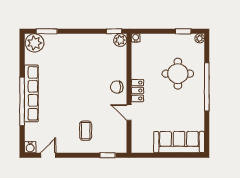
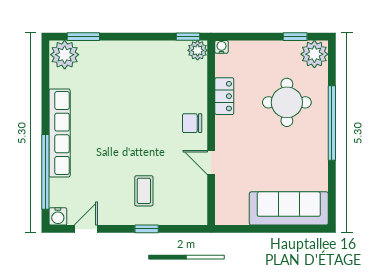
plant: (200, 38) -> (314, 54), width x1.88, depth x1.88
locker: (137, 90) -> (224, 96), moved
window: (22, 101) -> (45, 172), moved
window: (108, 155) -> (147, 229), moved

